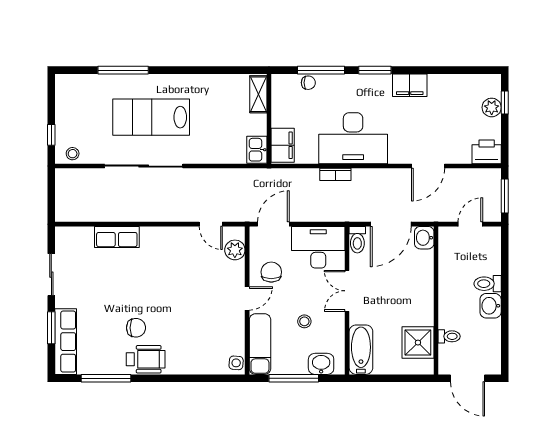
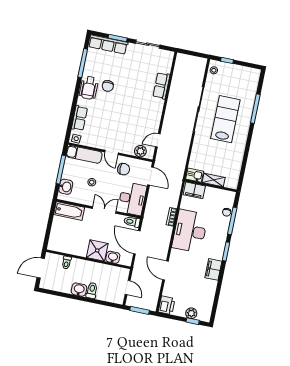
shelving: (258, 94) -> (214, 180), moved
washbasin: (424, 238) -> (113, 257), moved
shower: (418, 343) -> (97, 250), moved
row of seats: (200, 365) -> (79, 118), added

